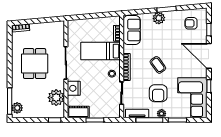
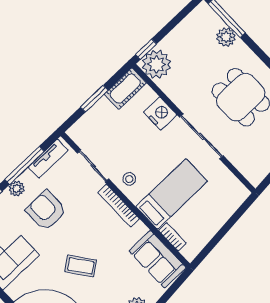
coffee table: (158, 65) -> (81, 266), moved
plant: (56, 98) -> (156, 64), moved
plant: (17, 108) -> (226, 37), moved

